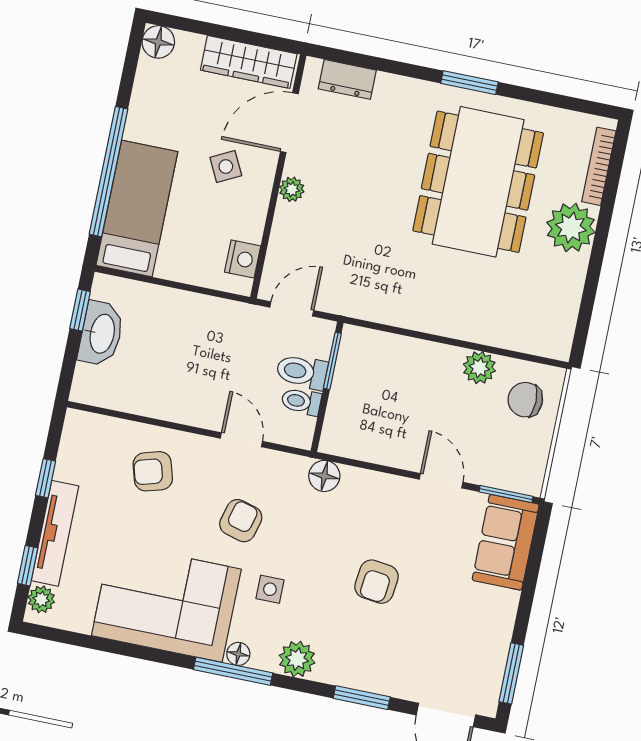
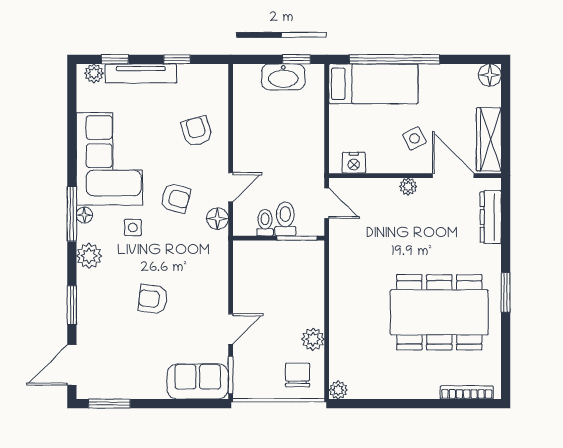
dresser: (347, 79) -> (491, 217), width x1.44
plant: (571, 227) -> (338, 390), moved, width x0.53, depth x0.53
floor lamp: (324, 476) -> (218, 219), moved

